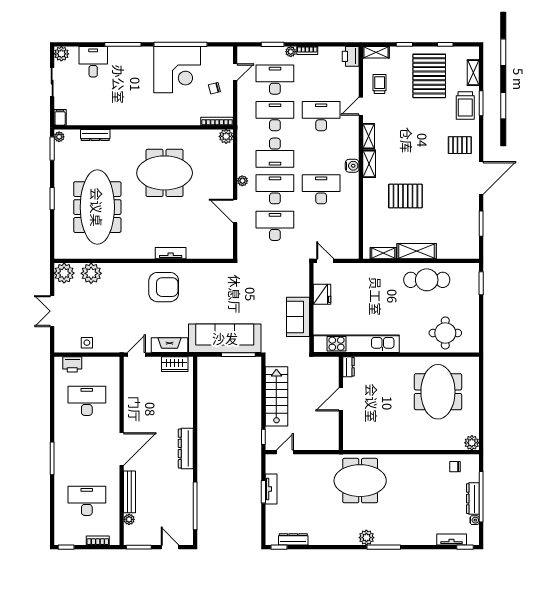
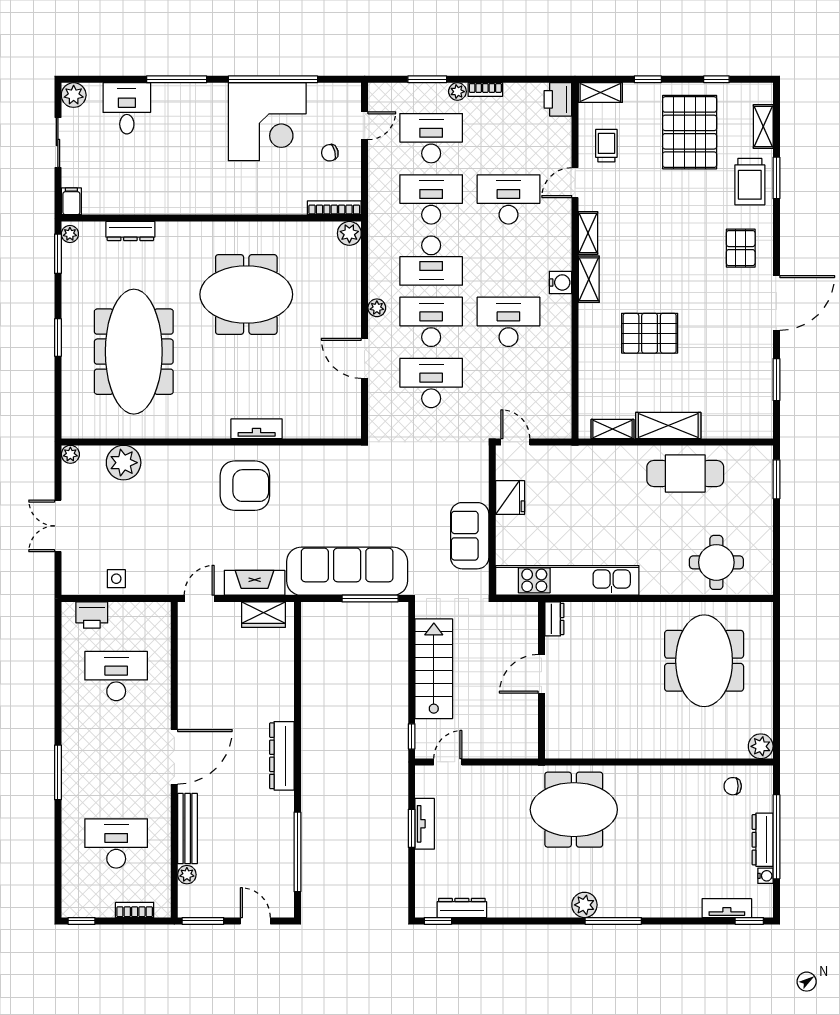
pallet: (460, 145) -> (741, 248), turned 90
plant: (64, 273) -> (70, 454), width x0.53, depth x0.53

